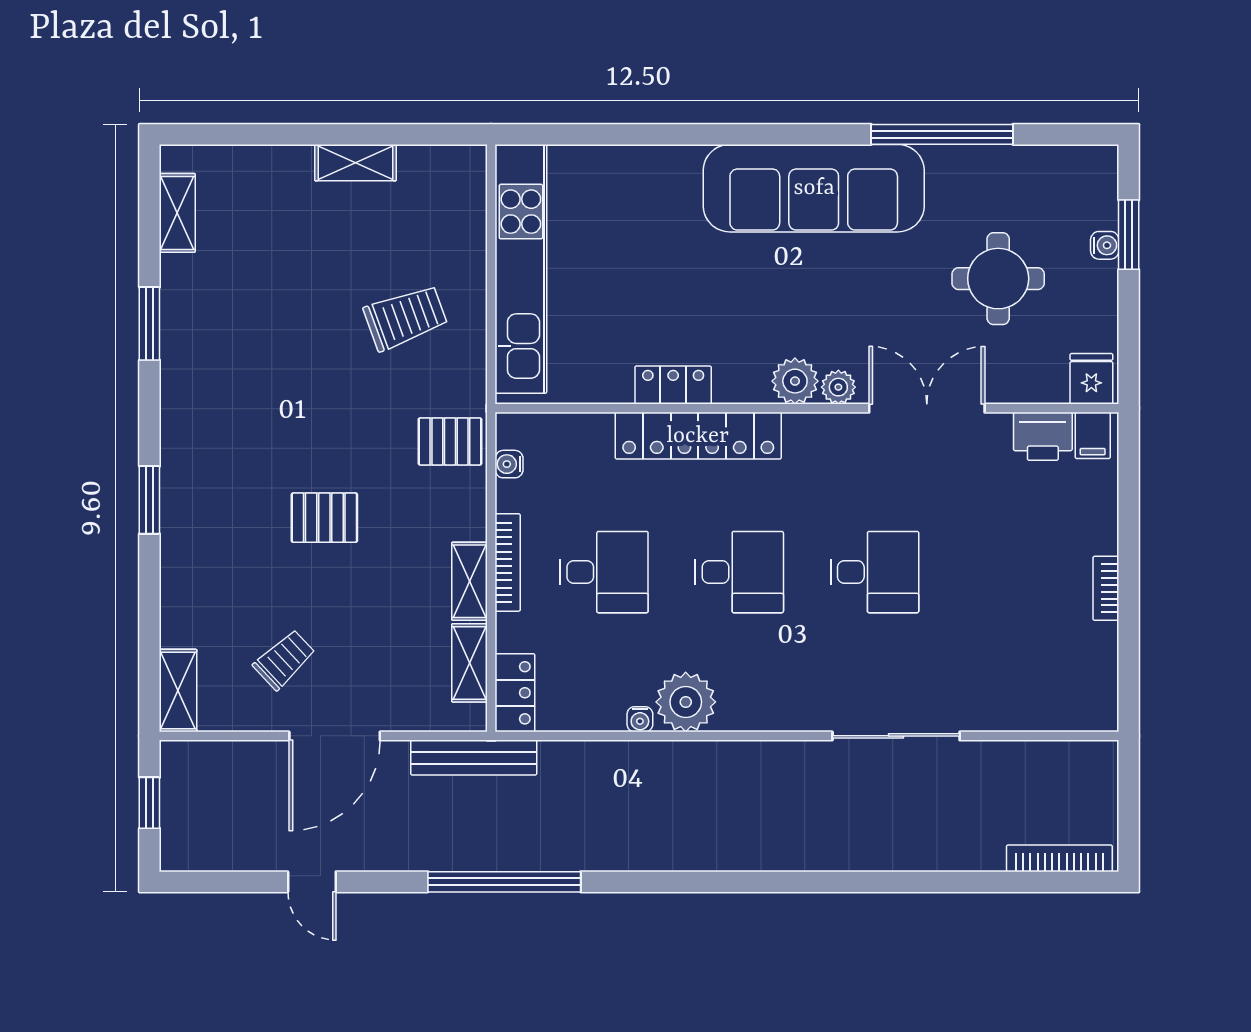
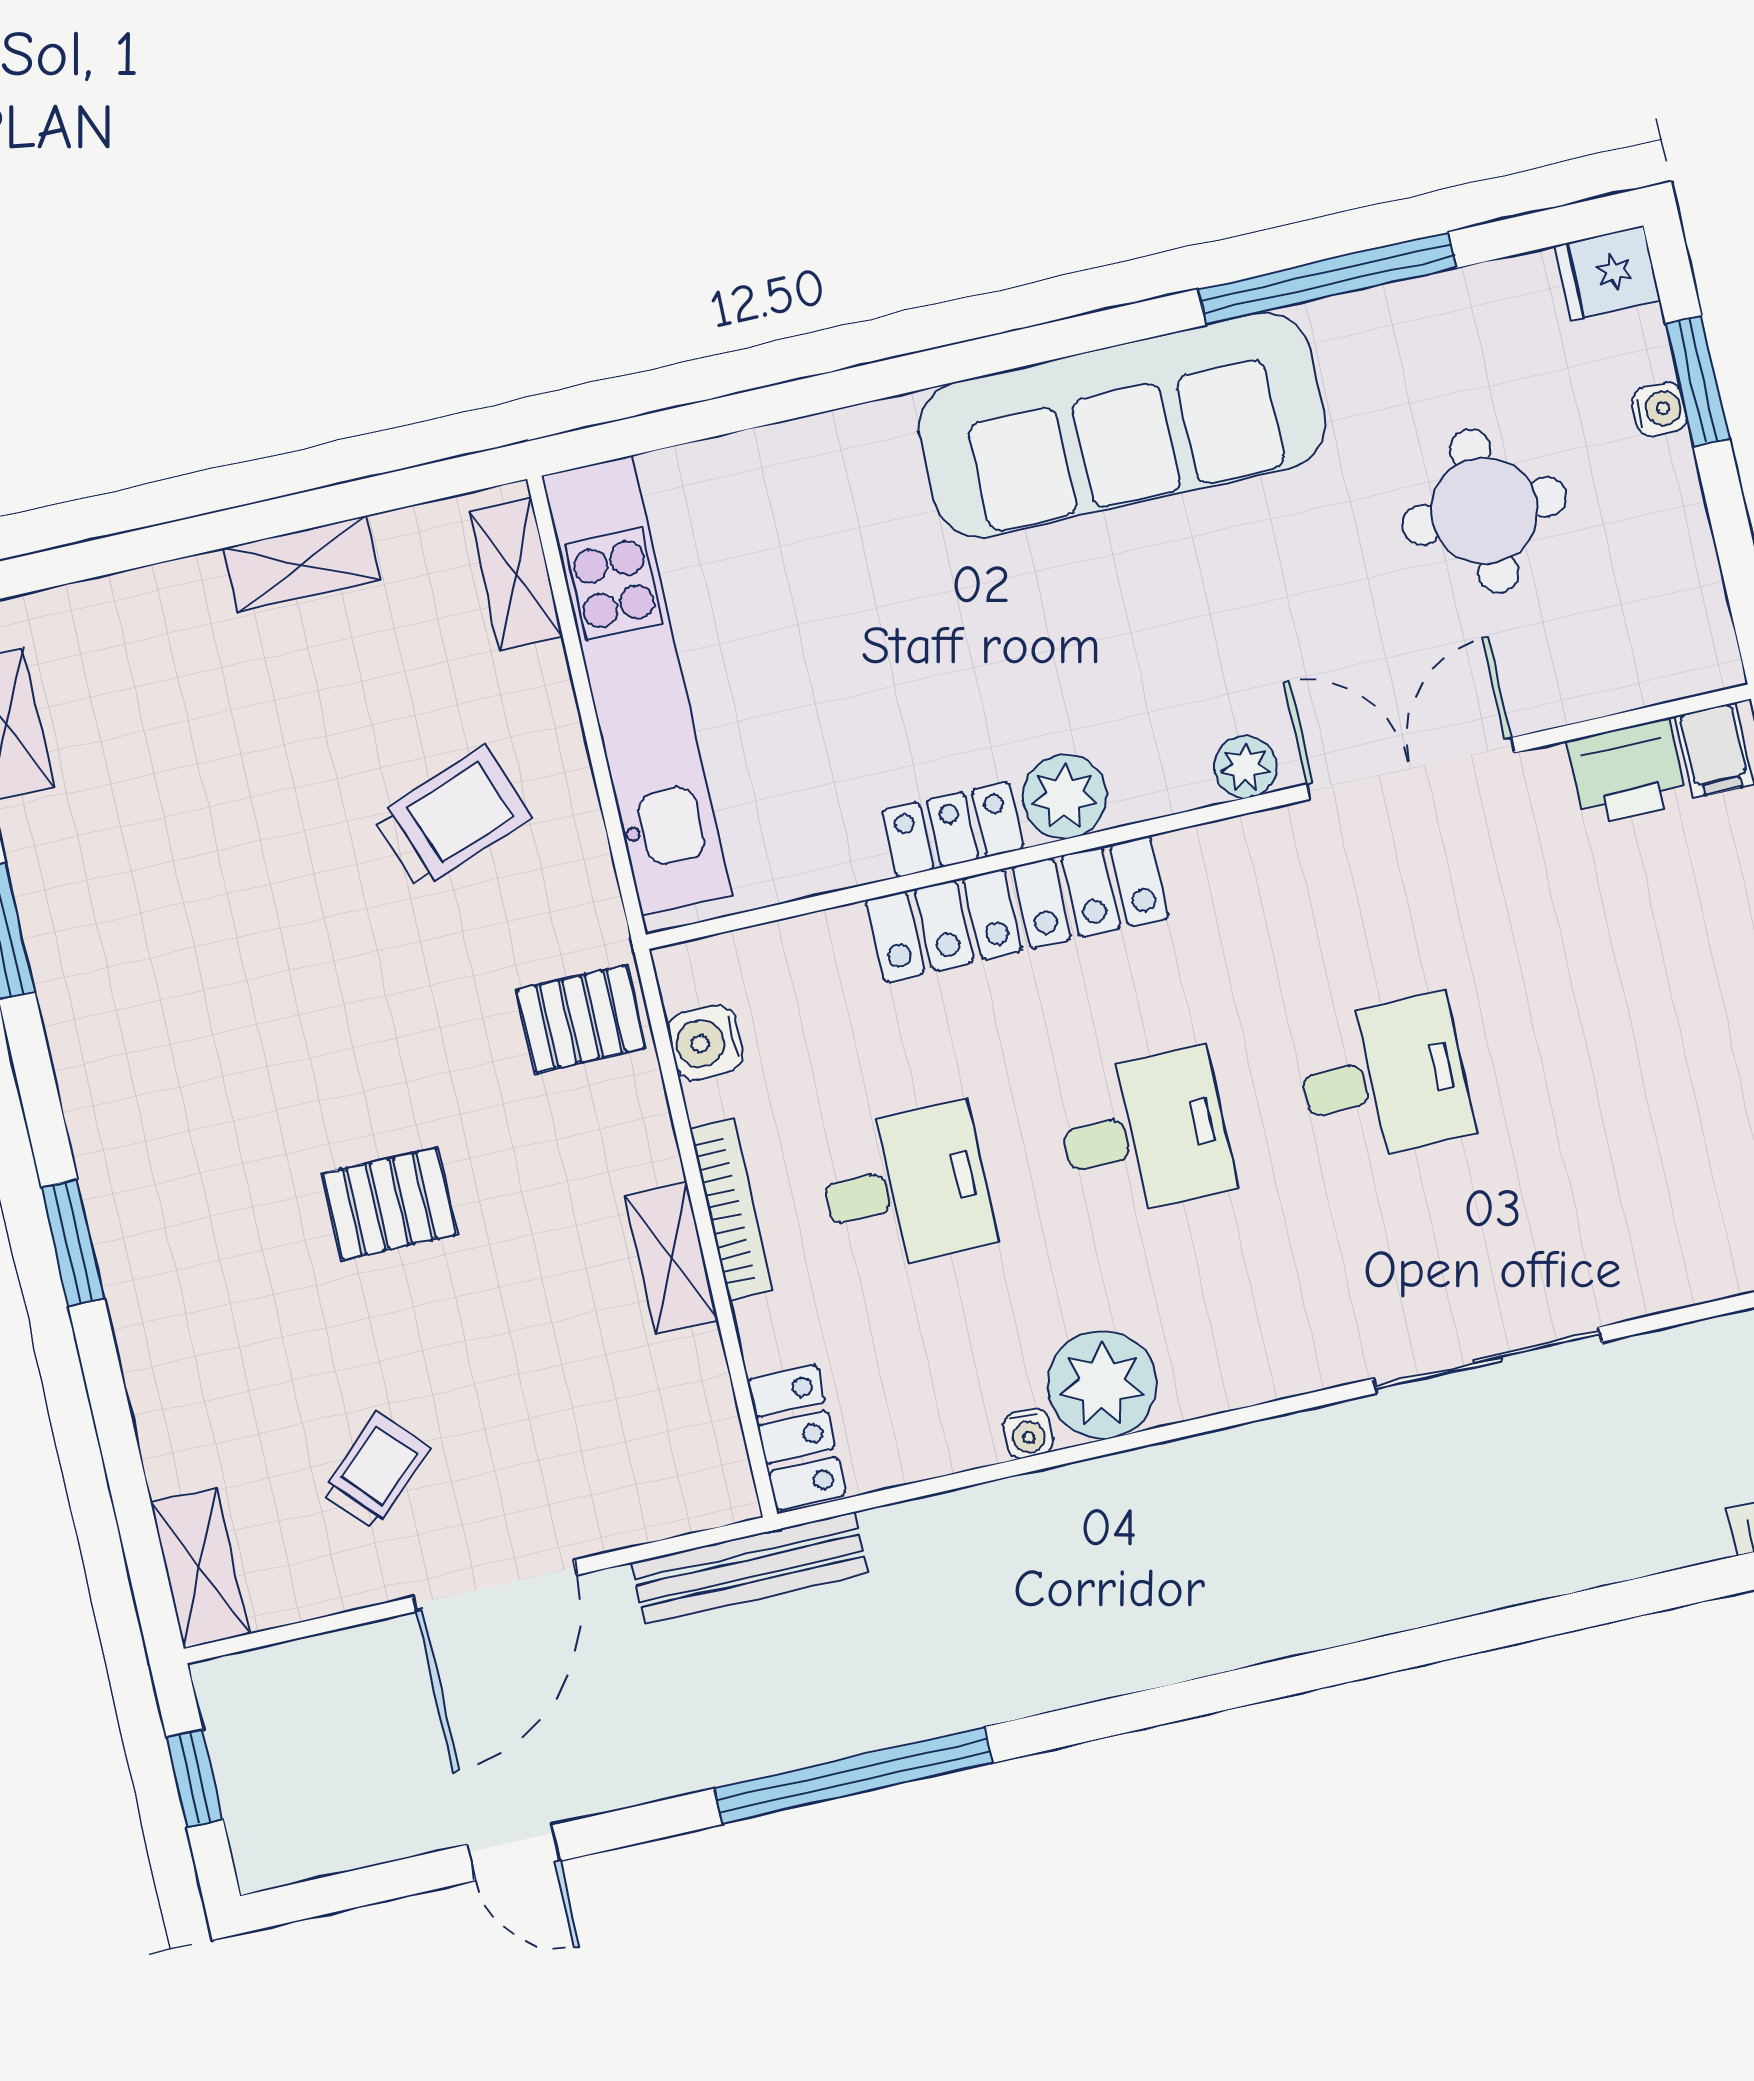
fridge: (1091, 379) -> (1607, 273), moved, turned -90
plant: (795, 381) -> (1065, 797), moved
water cooler: (509, 464) -> (706, 1042), width x1.38, depth x1.38
shelving: (470, 663) -> (516, 574), moved

